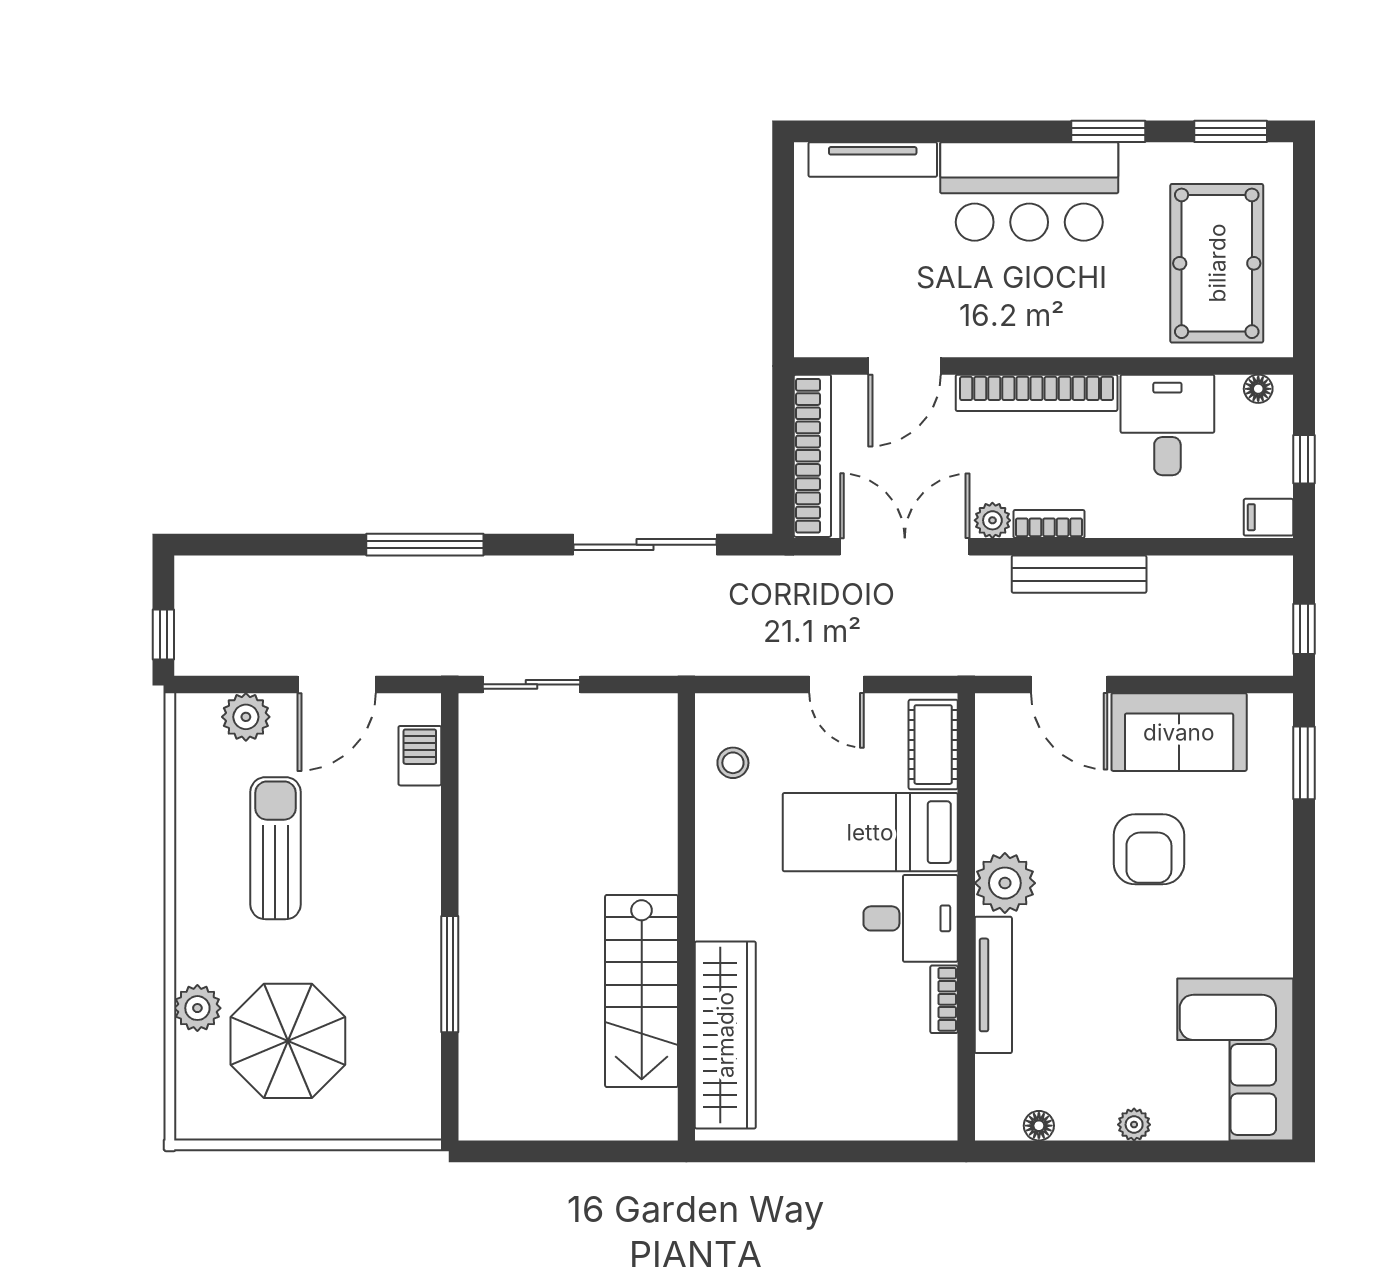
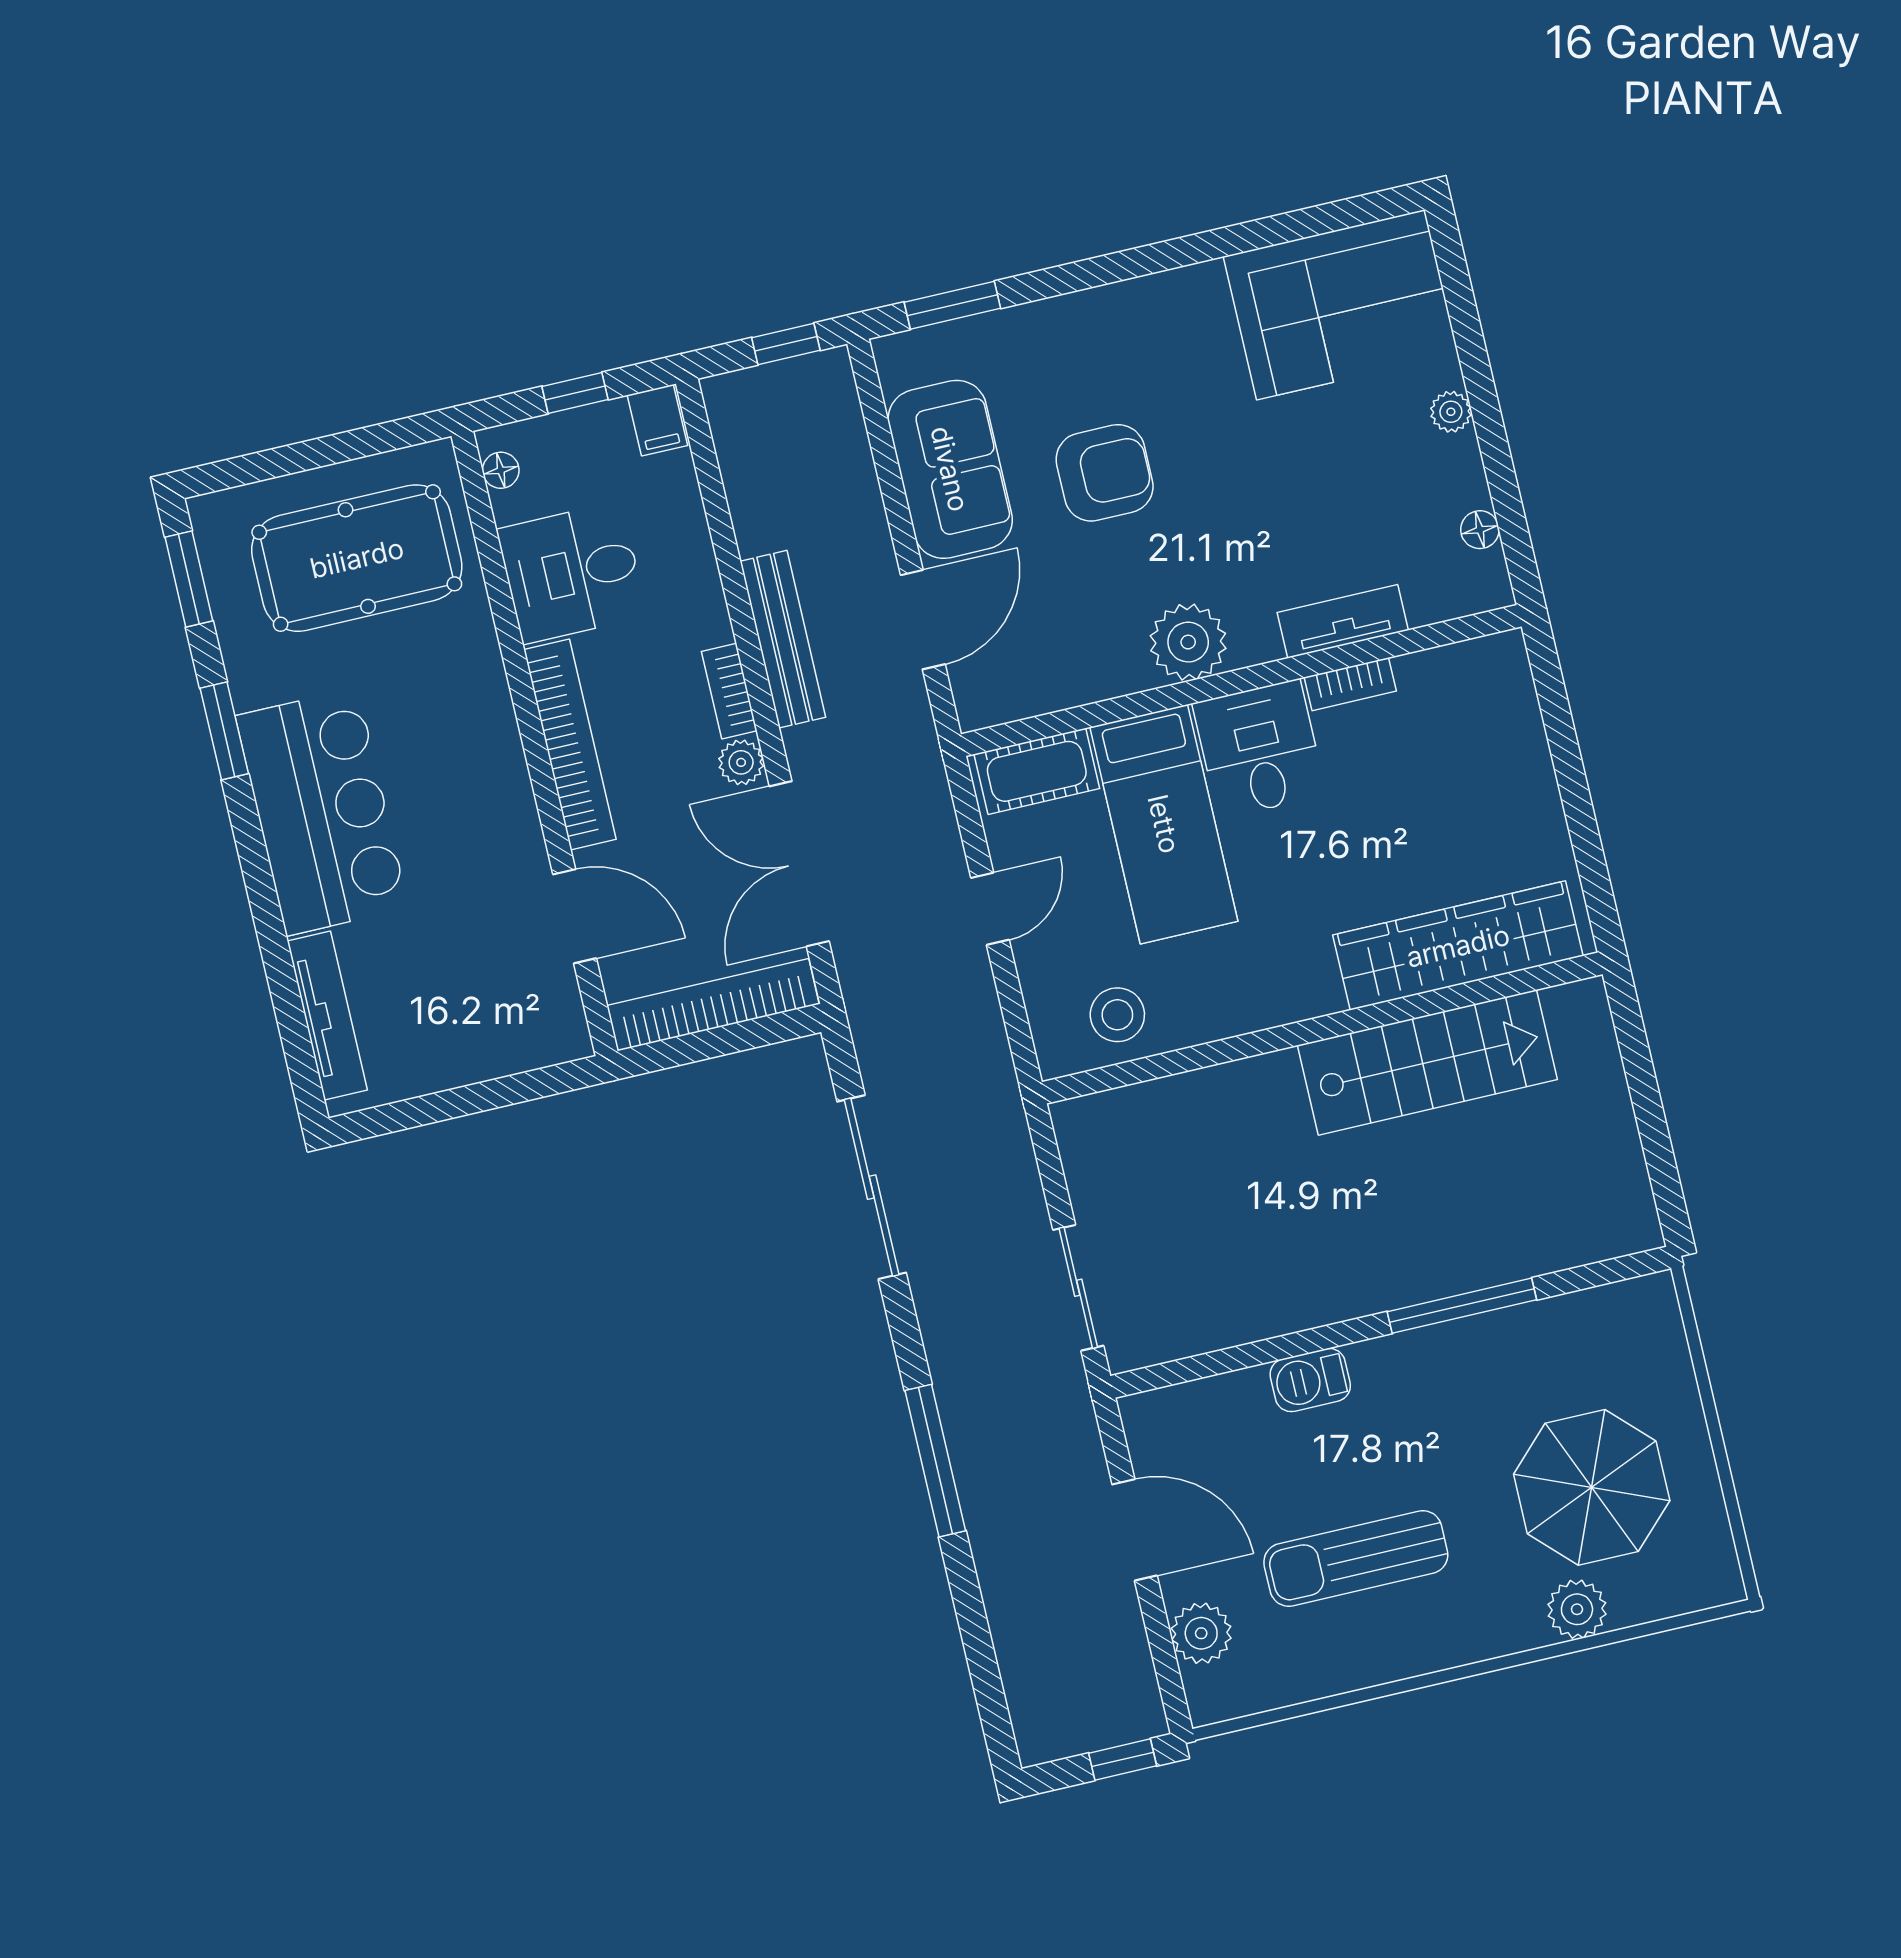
barbecue: (420, 756) -> (1310, 1380), moved
stool: (733, 763) -> (1117, 1015), width x1.37, depth x1.37
tv unit: (993, 985) -> (1343, 621), width x0.71

